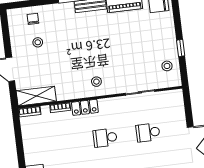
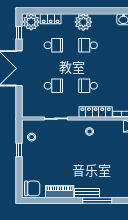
locker: (85, 107) -> (96, 112), width x1.53
school desk: (105, 138) -> (88, 86), turned 180

